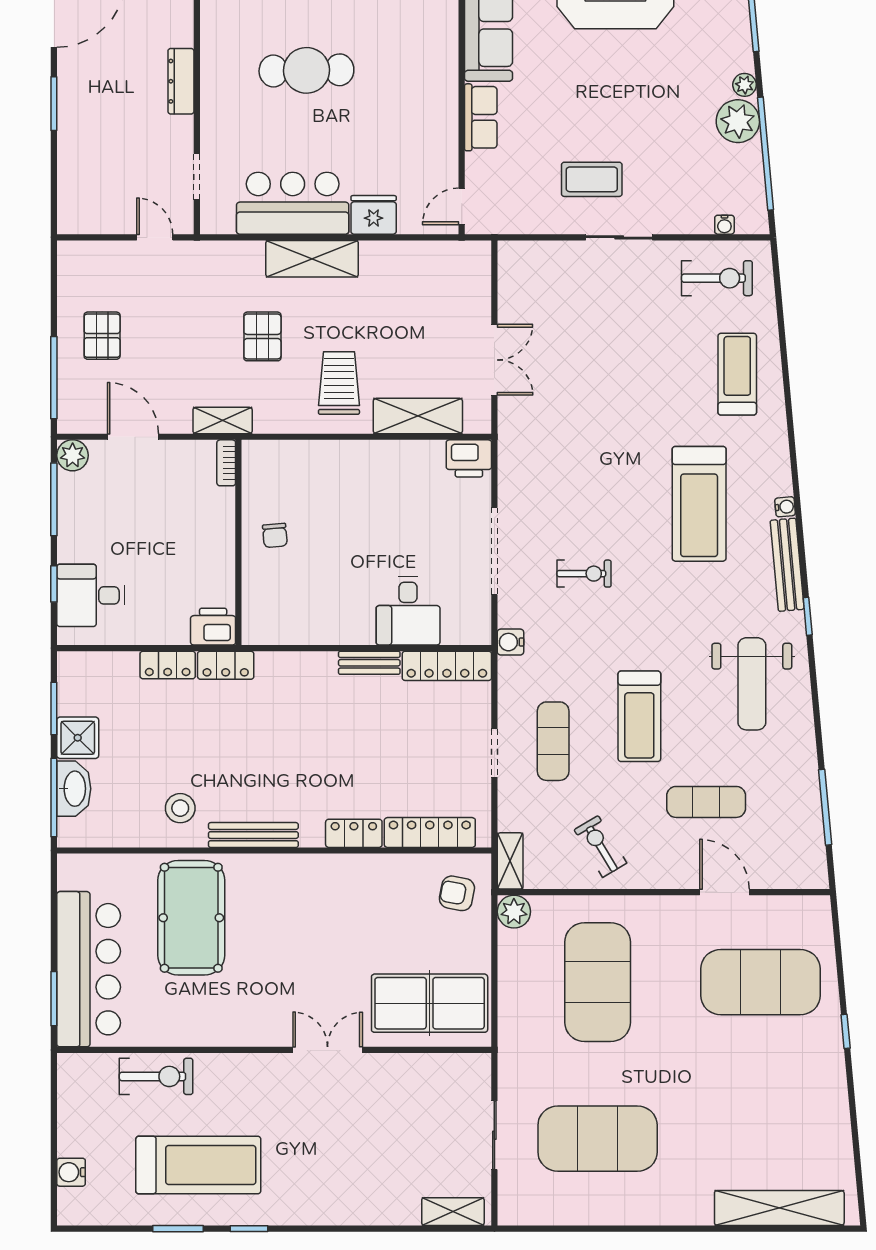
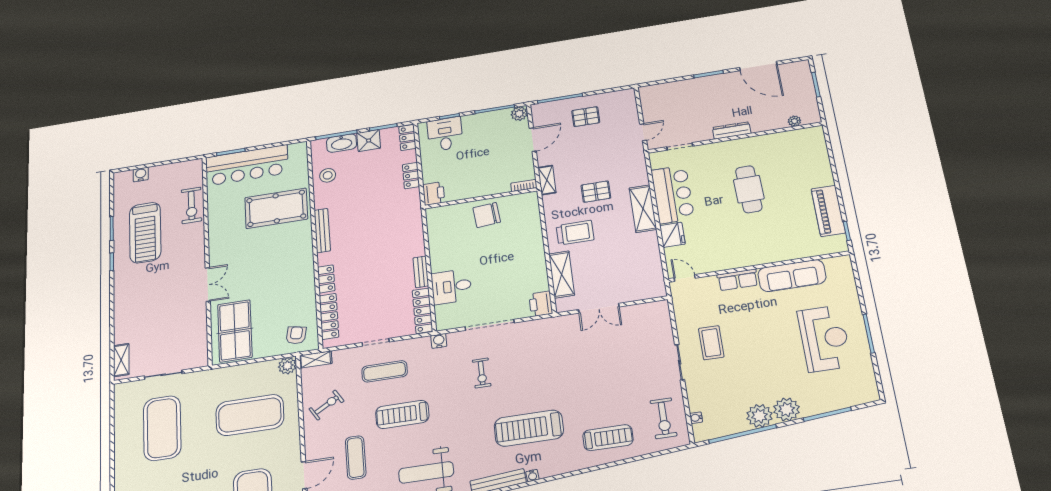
plant: (745, 85) -> (787, 409), width x1.87, depth x1.87
chair: (275, 535) -> (487, 215), width x1.87, depth x1.87
locker: (226, 665) -> (407, 138), moved
stool: (180, 808) -> (328, 175), moved

